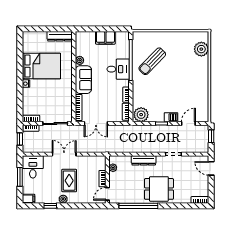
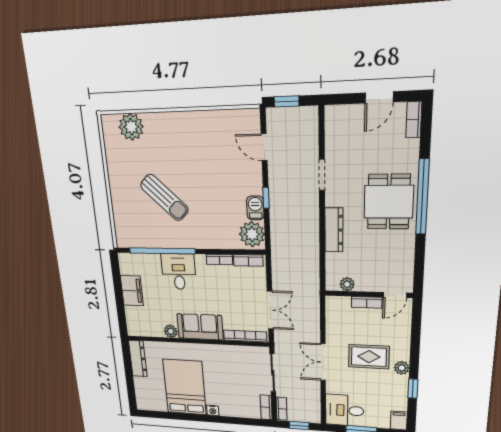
sun lounger: (152, 61) -> (164, 197), moved
barbecue: (171, 117) -> (255, 208), moved
door: (211, 168) -> (379, 97), moved
door: (107, 194) -> (395, 295), hinge flipped
window: (138, 206) -> (423, 197), moved

